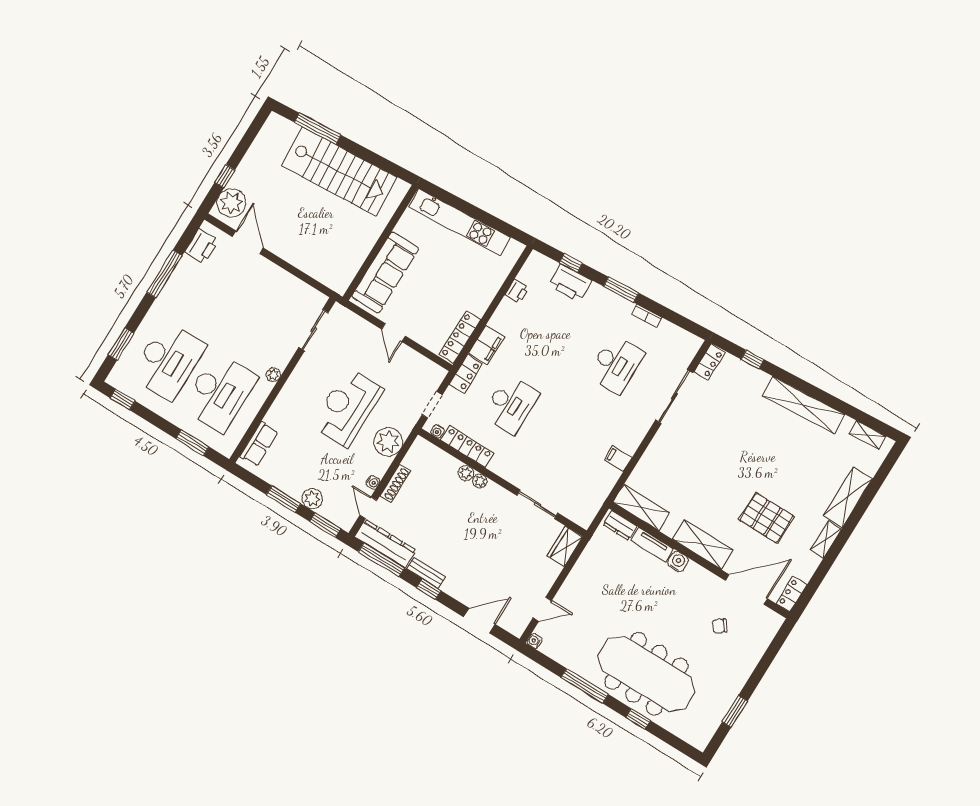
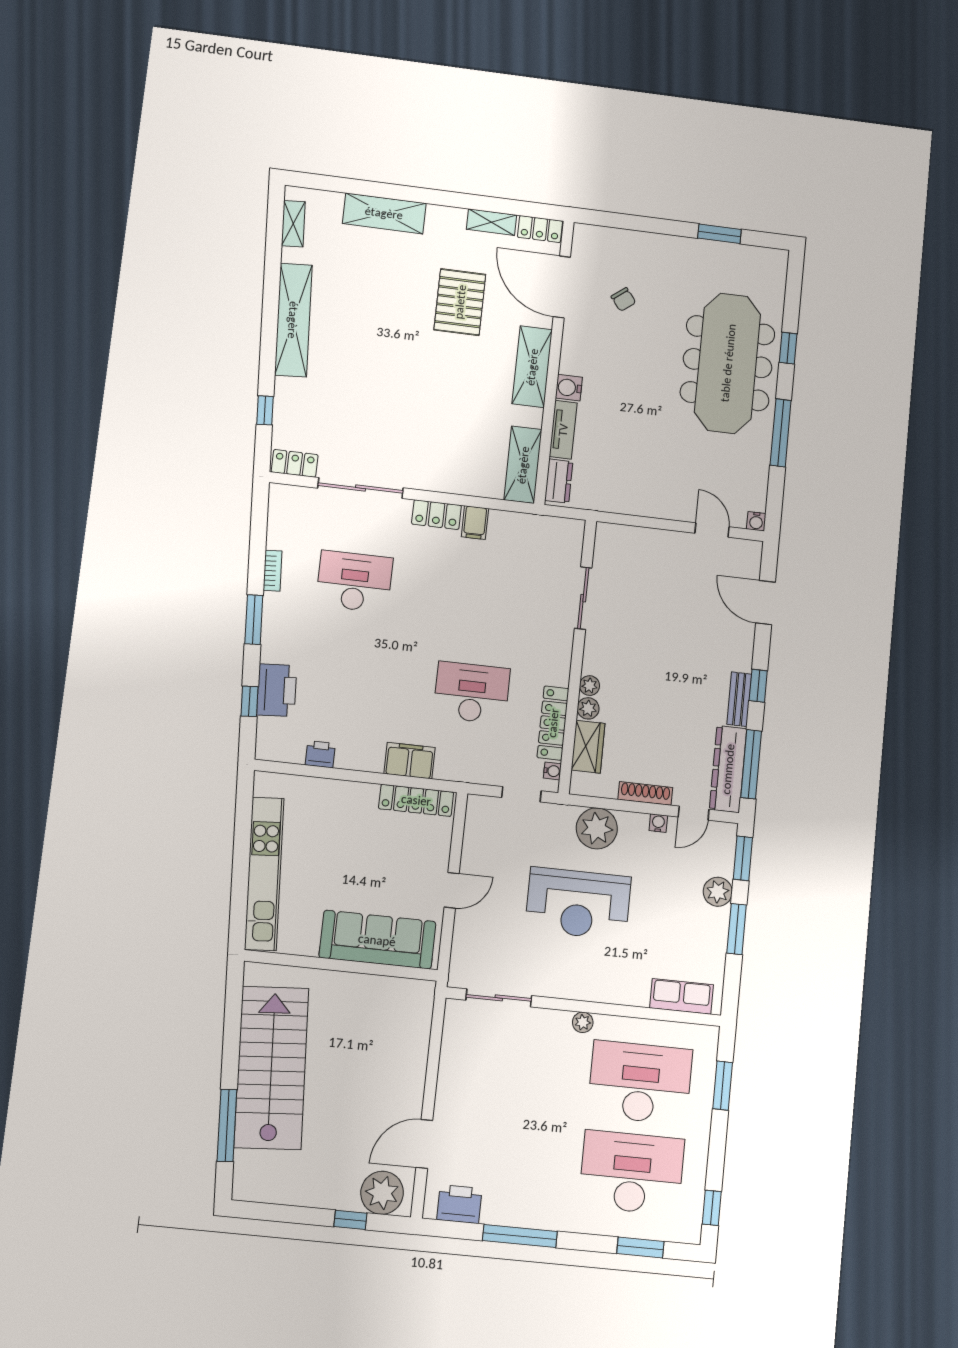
locker: (466, 374) -> (436, 515), moved, turned 180
shelving: (826, 540) -> (491, 222), moved
wardrobe: (565, 546) -> (588, 747), moved, turned -90

